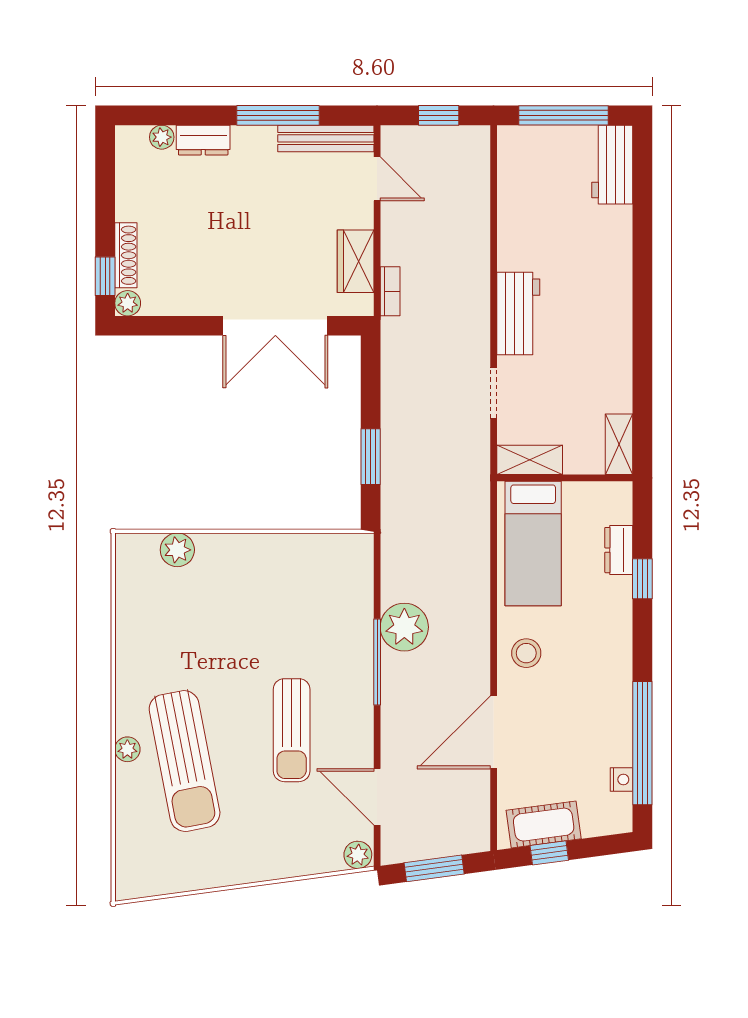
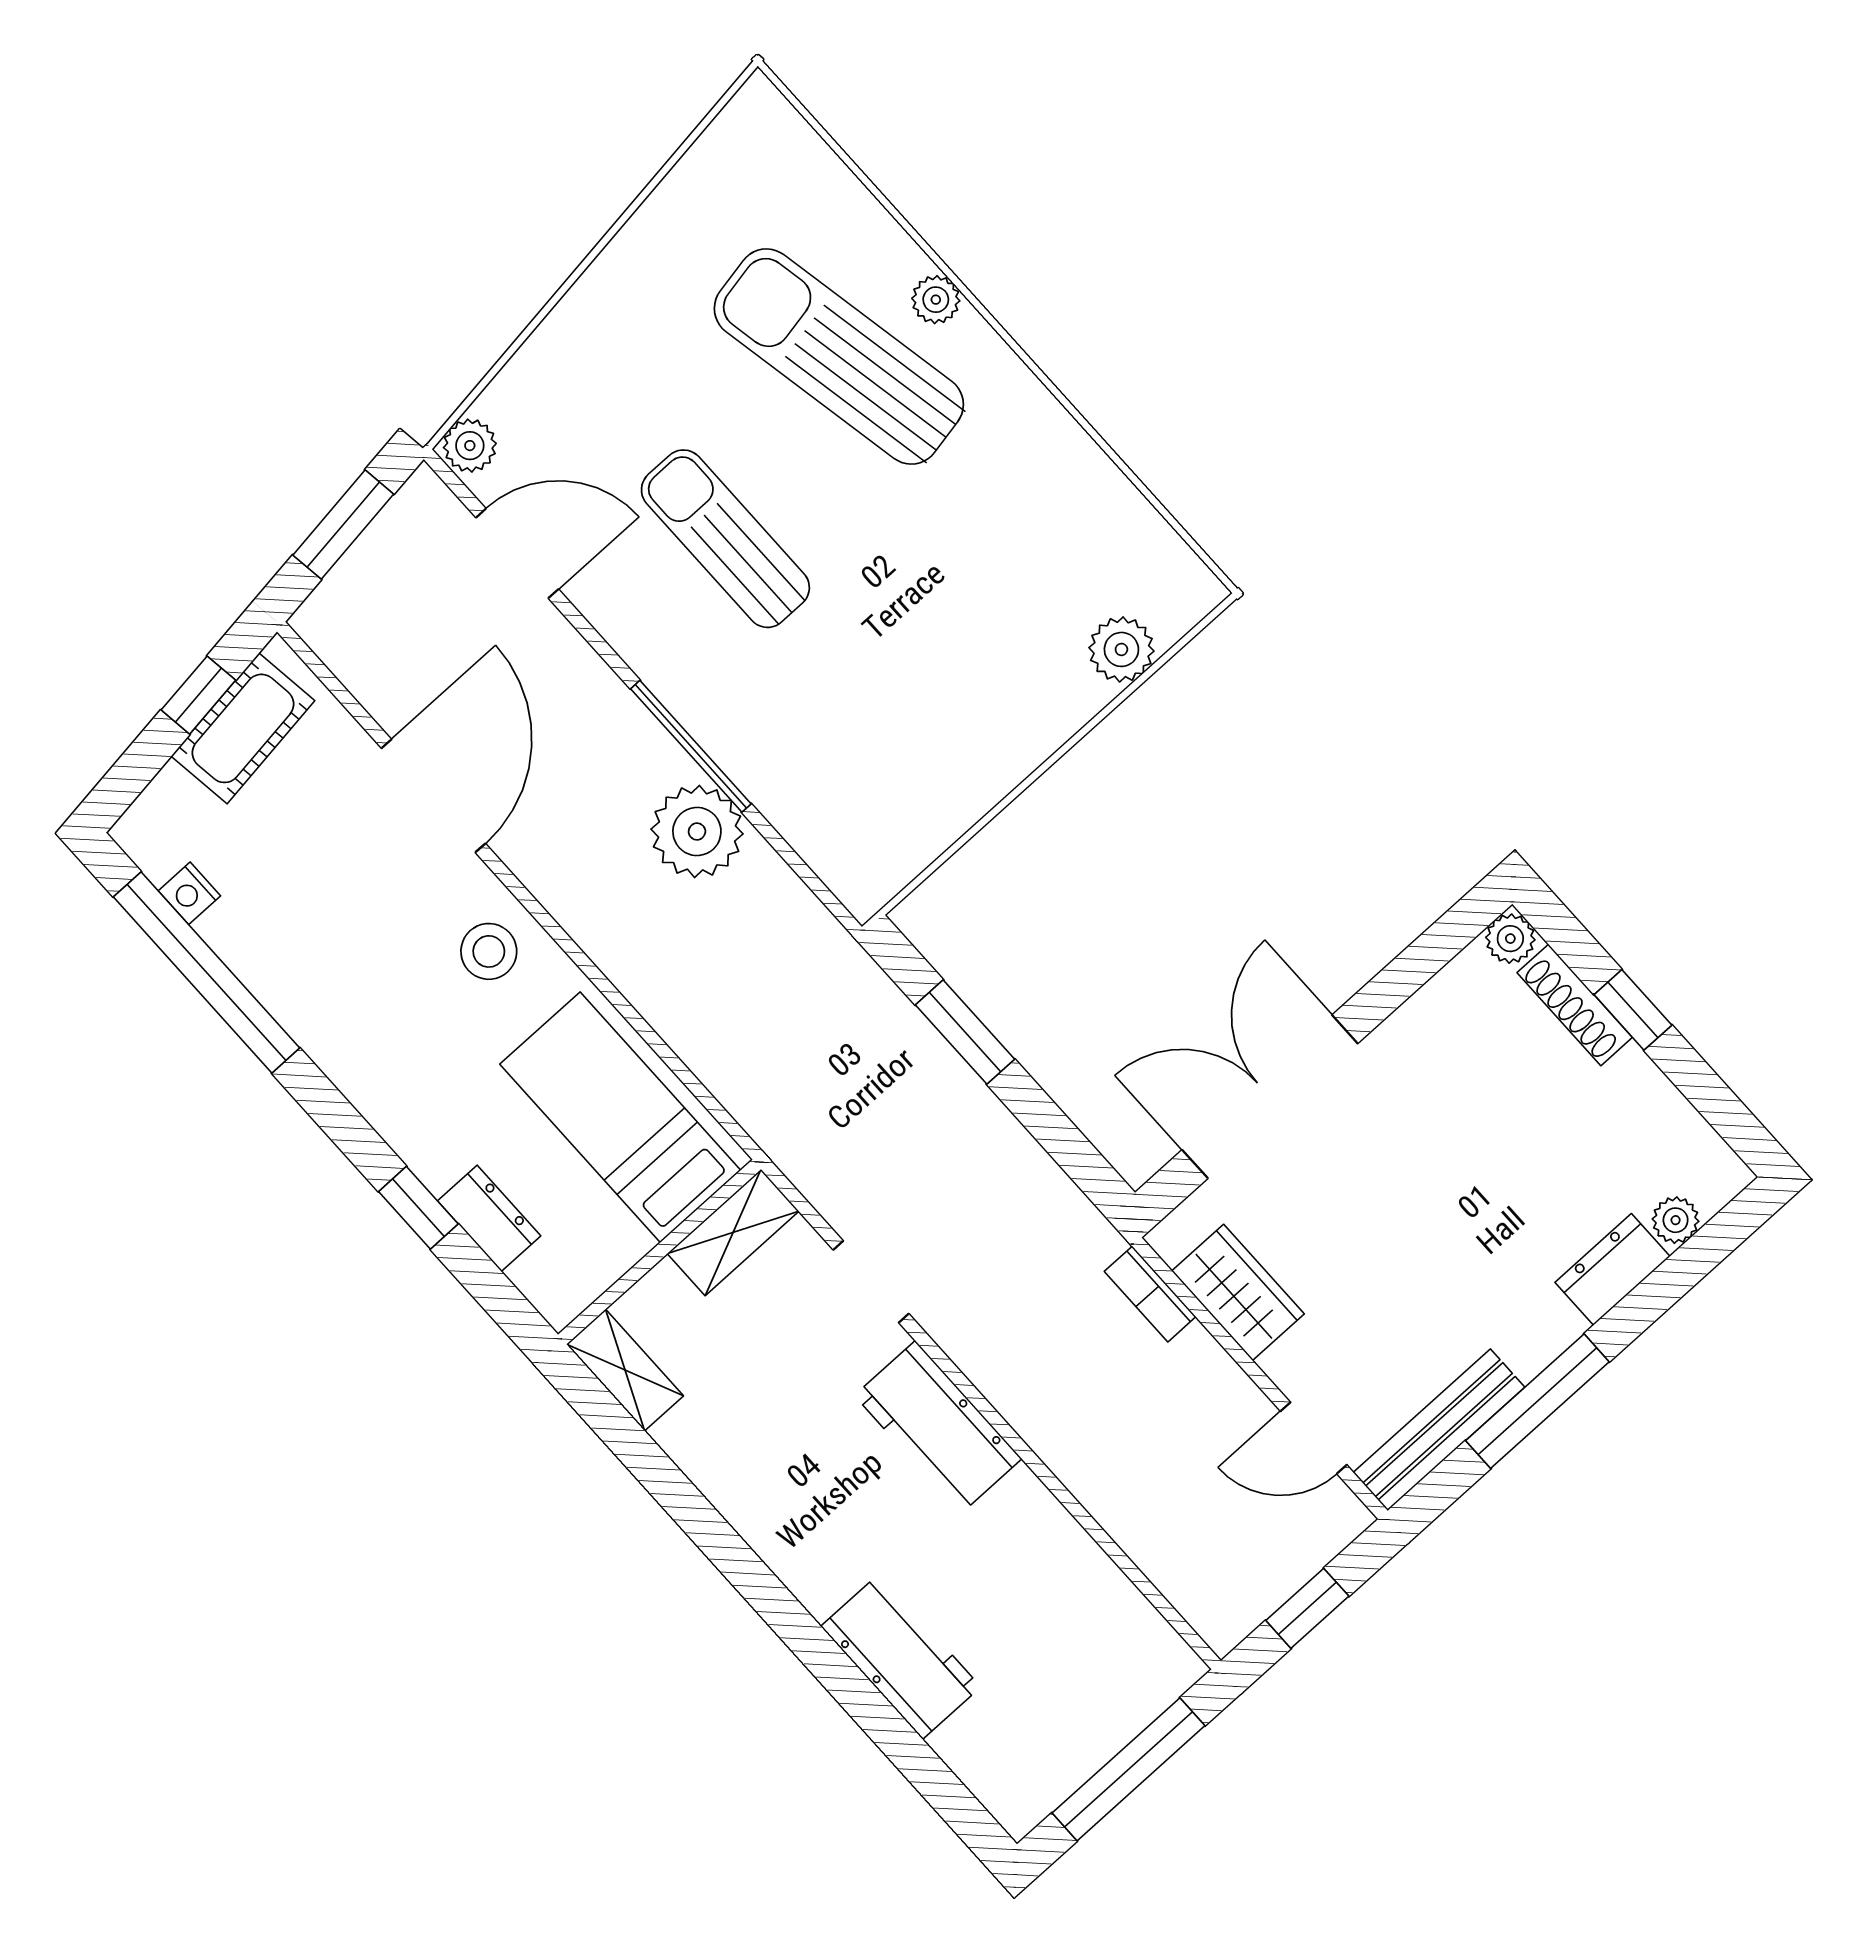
workbench: (612, 165) -> (901, 1657), moved
window: (105, 276) -> (1633, 1010), moved

